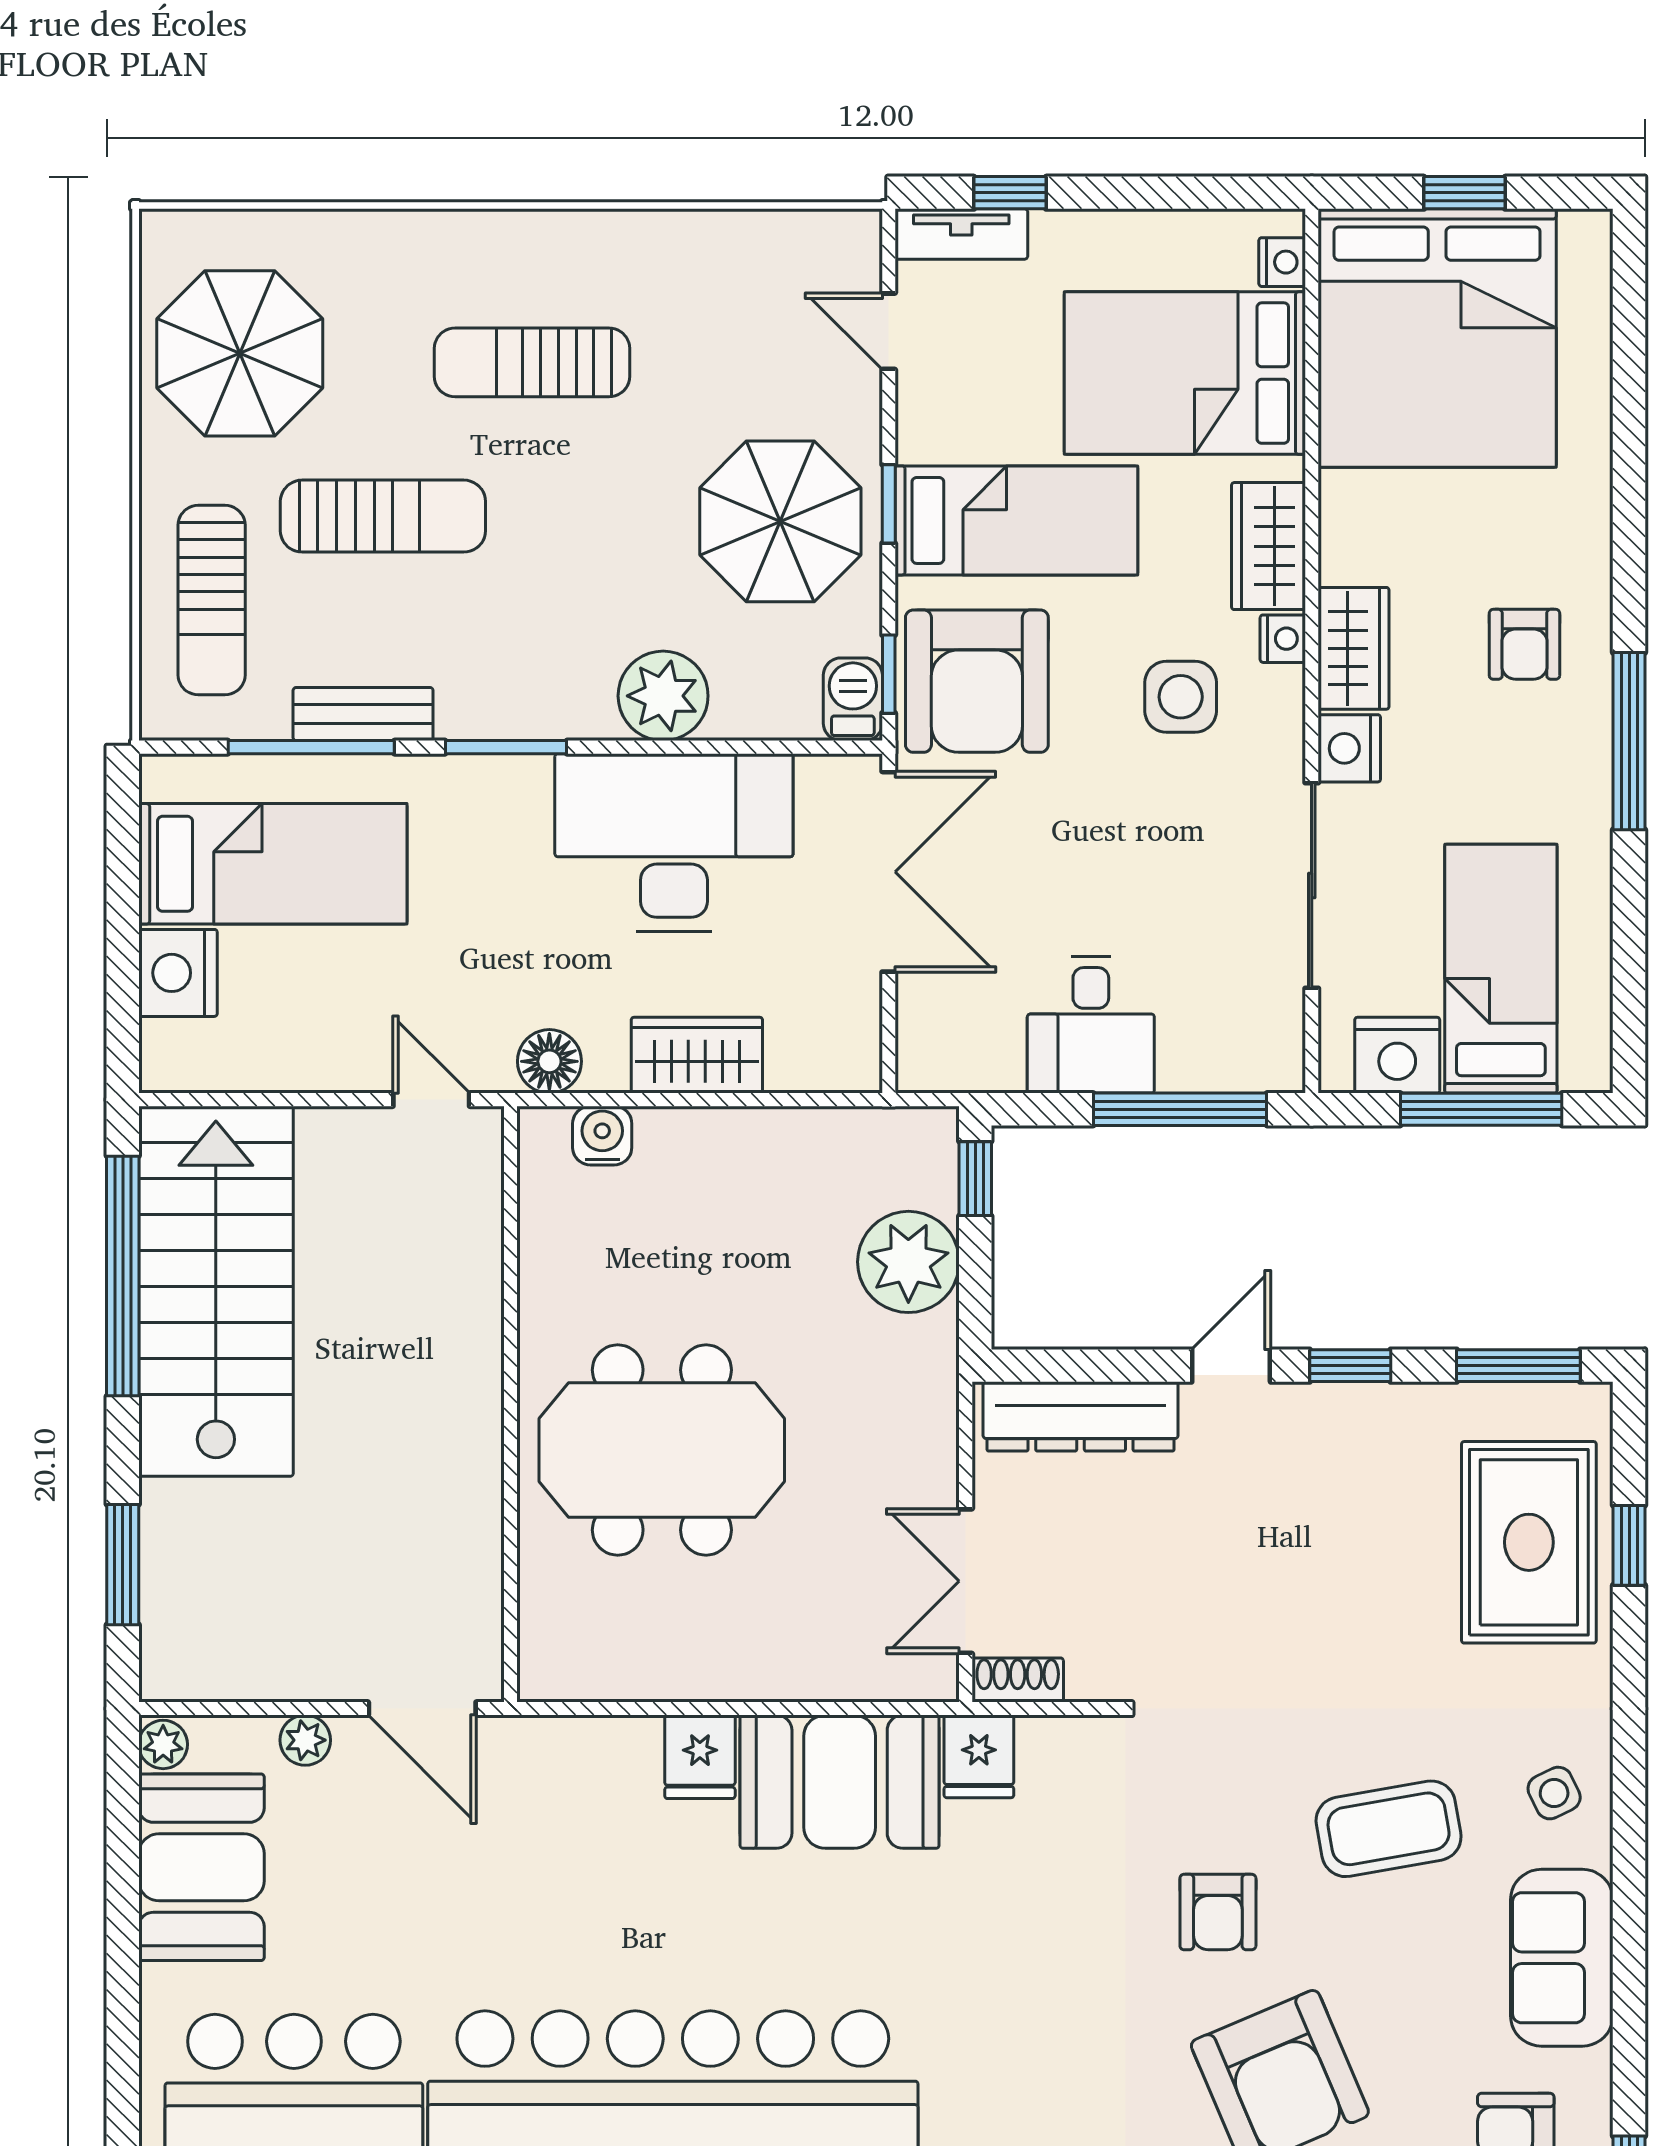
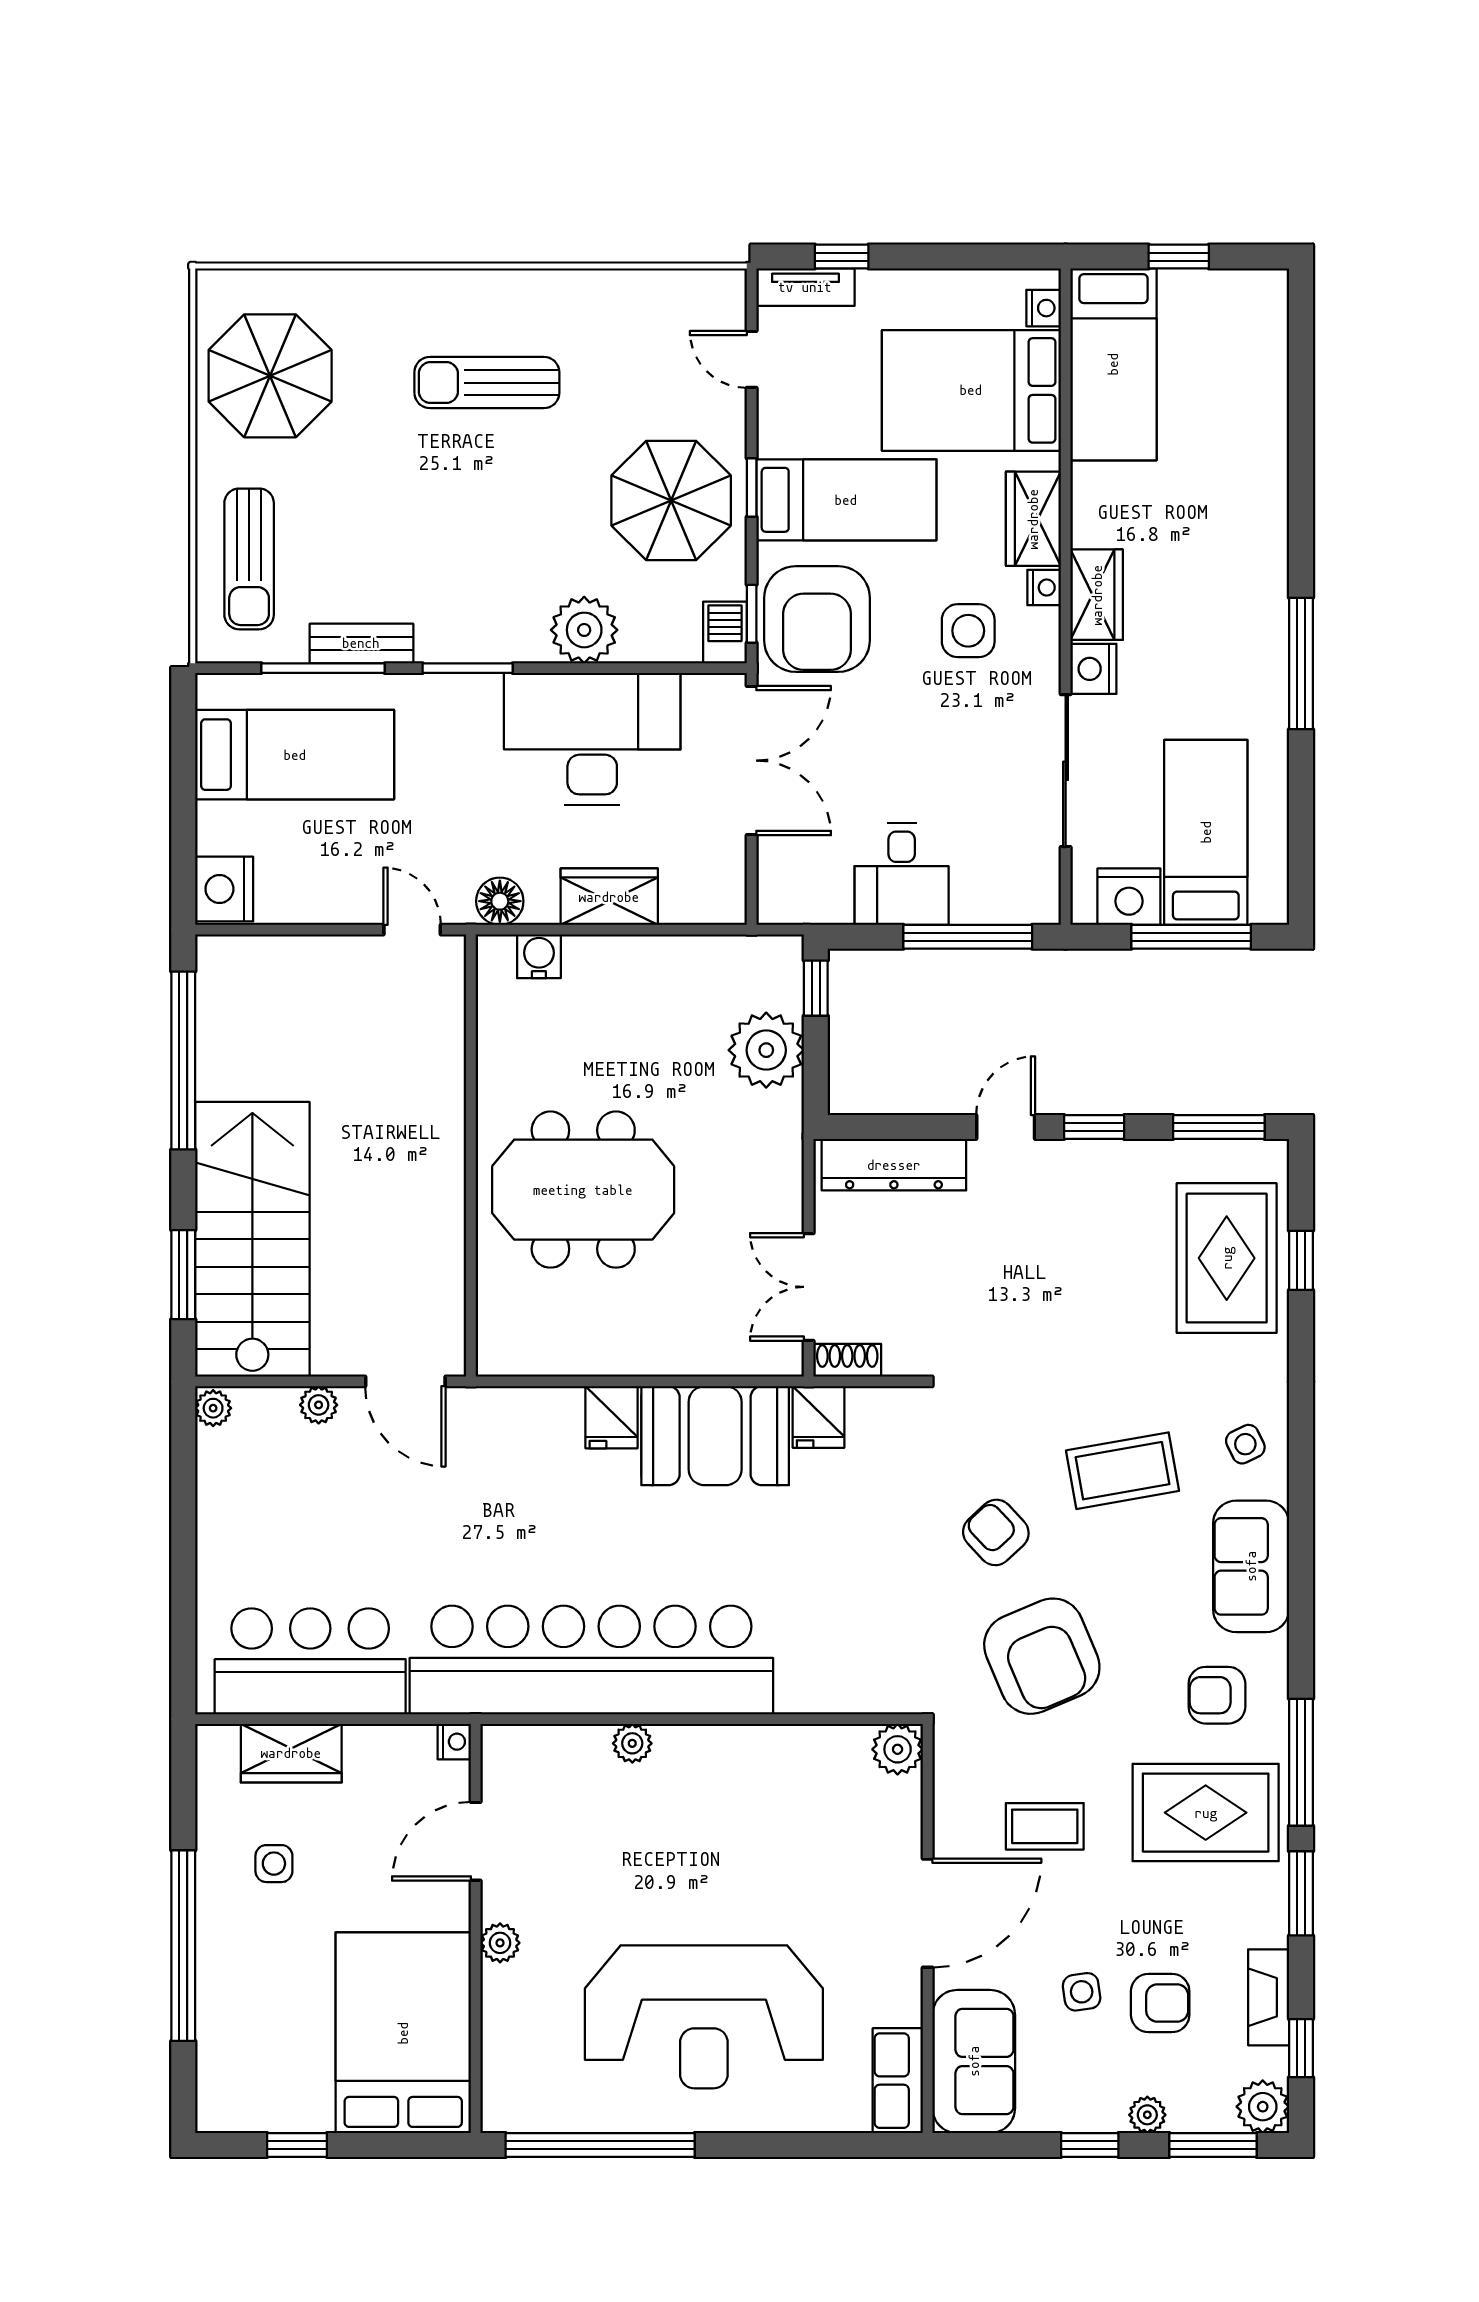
bed: (1437, 338) -> (1113, 364), width x0.49
sun lounger: (383, 516) -> (376, 497), removed
armchair: (1524, 644) -> (1223, 592), removed
nightstand: (178, 973) -> (224, 889), moved
stairs: (216, 1291) -> (252, 1239), moved
booth: (201, 1867) -> (242, 1499), removed
armchair: (1218, 1912) -> (996, 1532), turned 137

